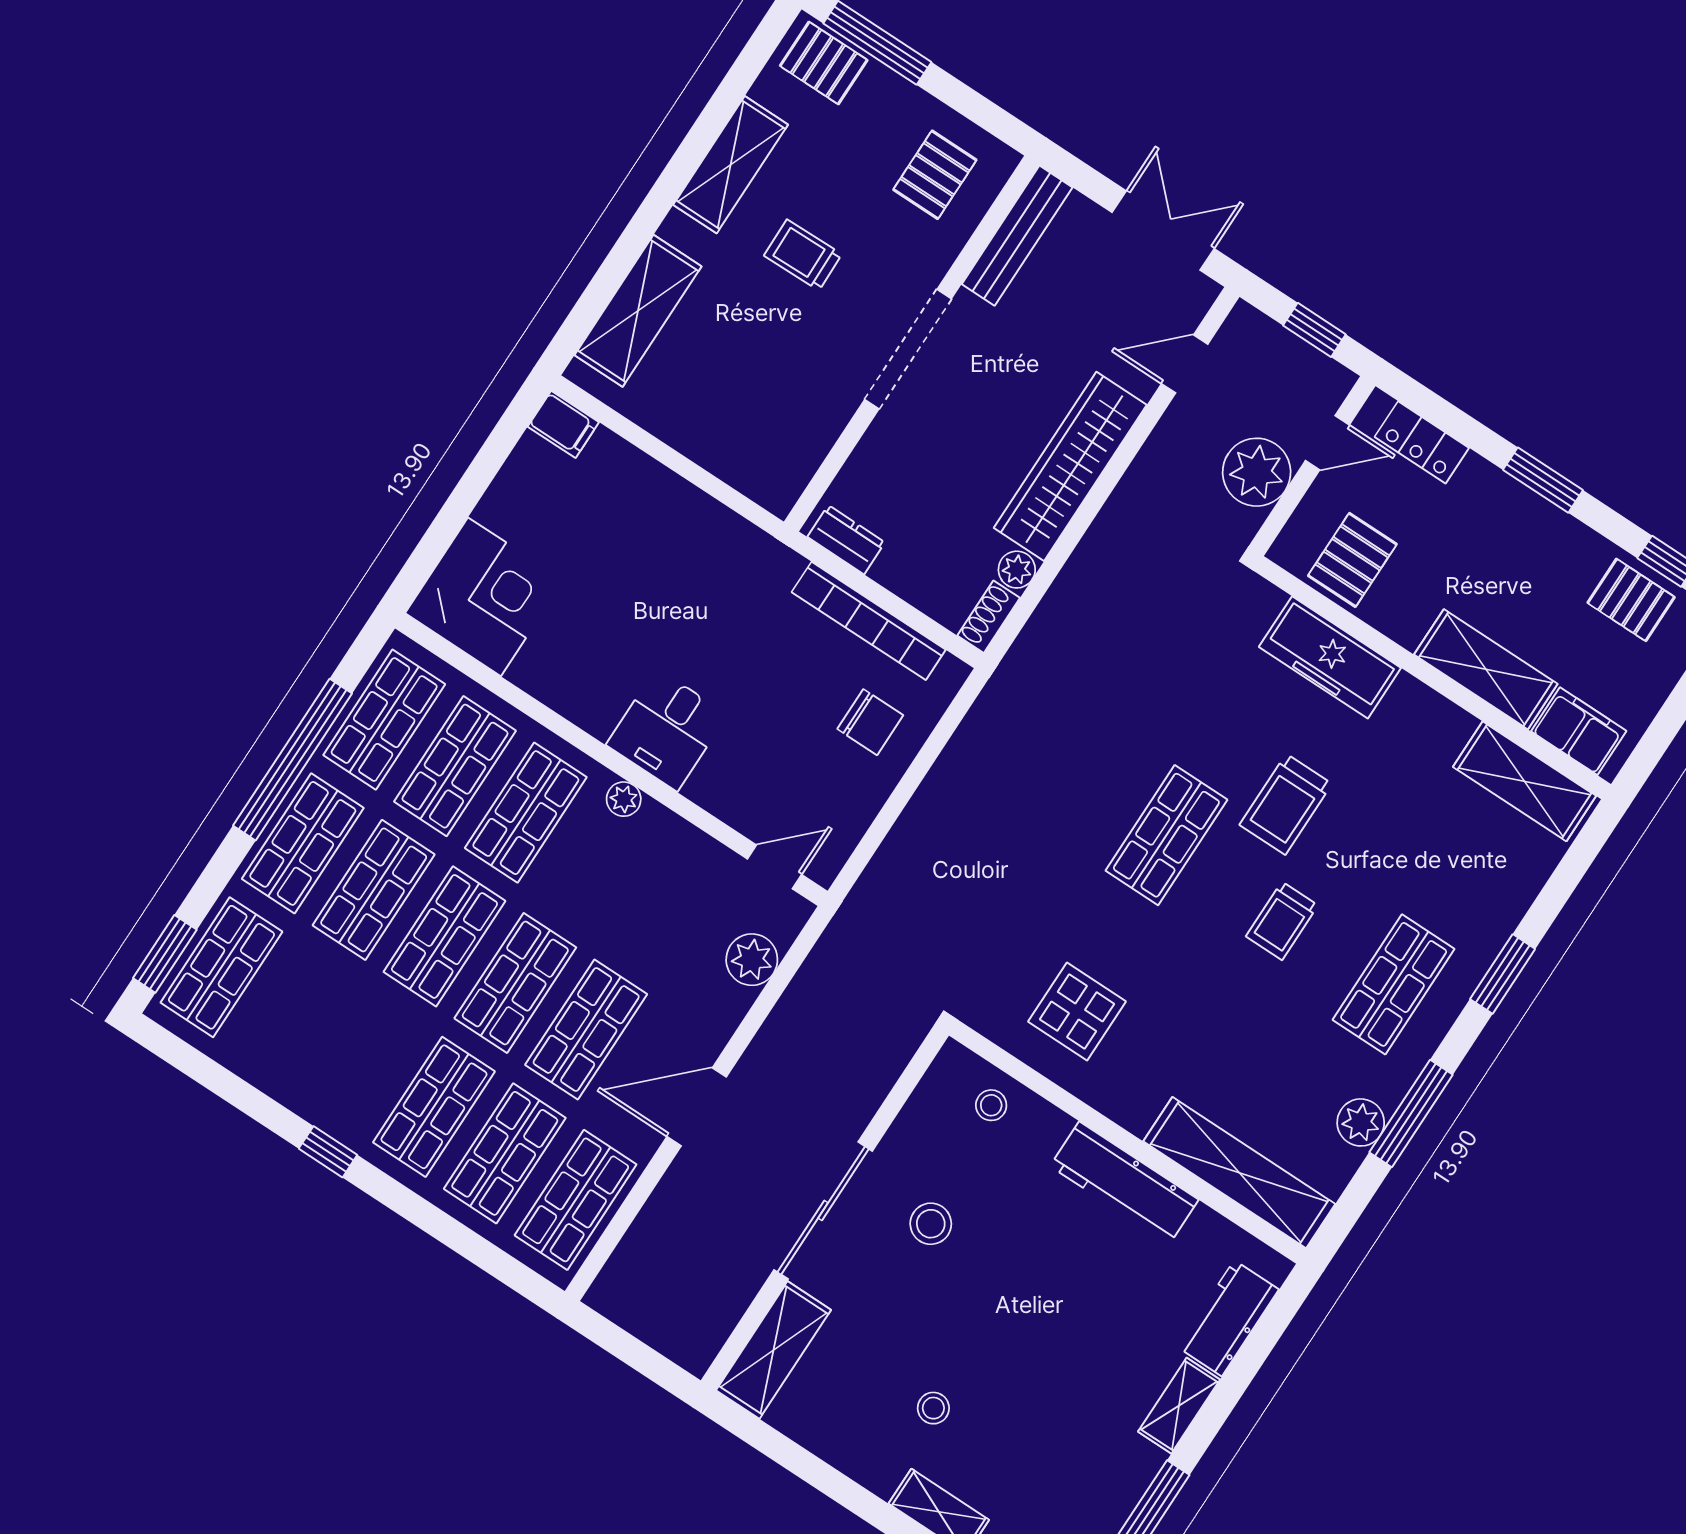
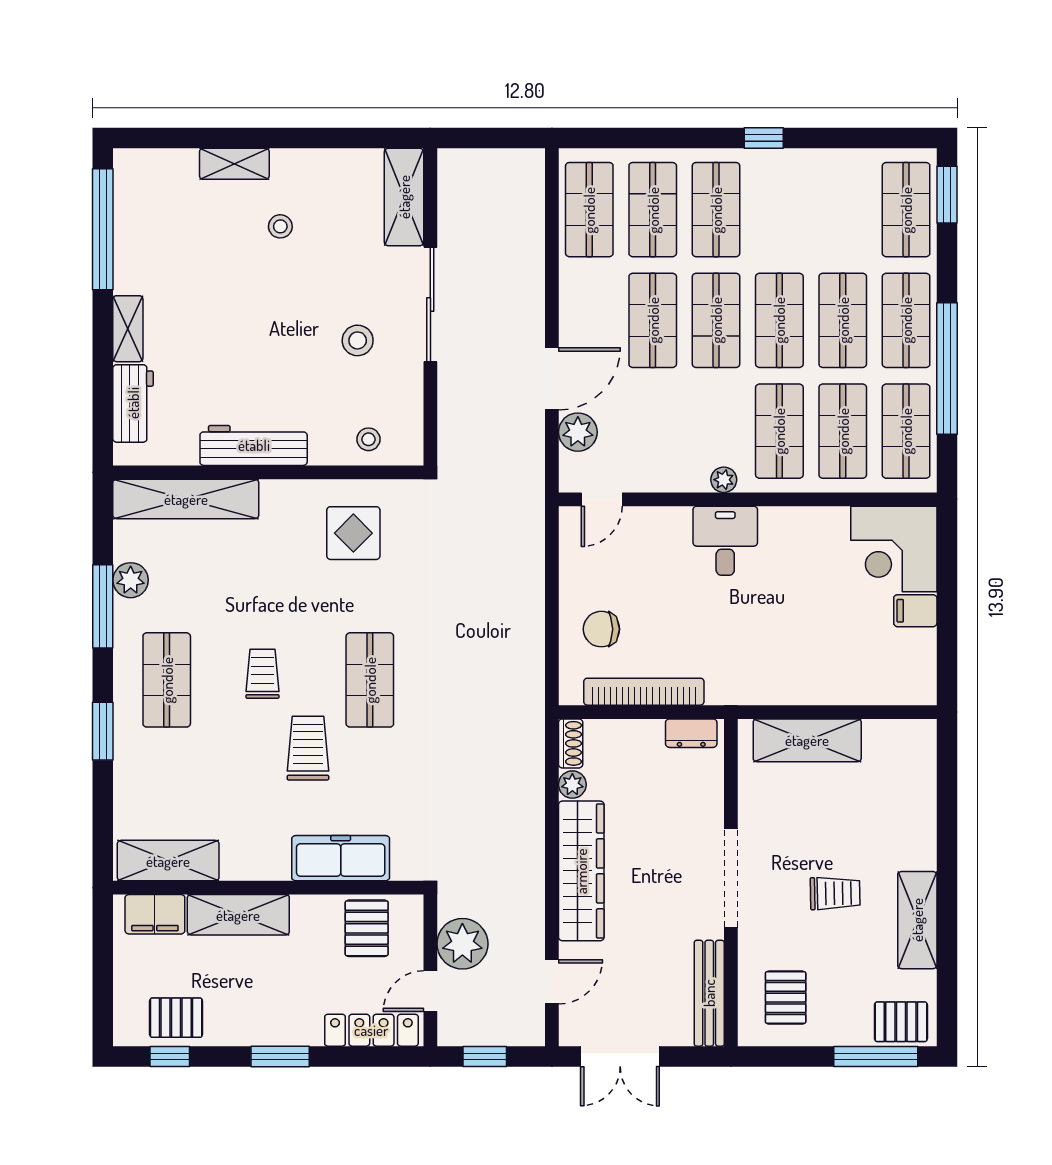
shelving: (638, 311) -> (807, 740), moved, turned 90
filing cabinet: (563, 424) -> (915, 611), moved
locker: (1422, 442) -> (371, 1030), width x1.53
door: (697, 1107) -> (552, 379), moved

